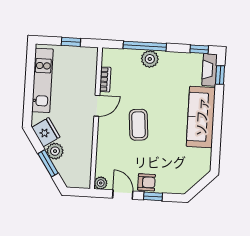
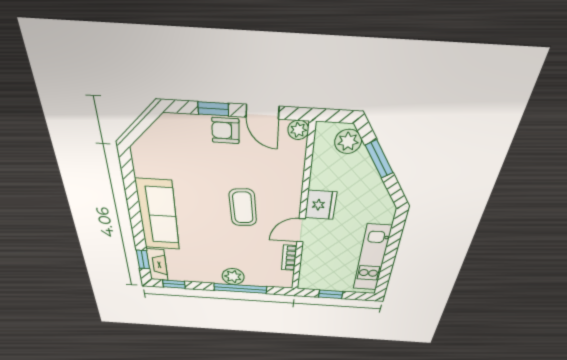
fridge: (46, 132) -> (321, 205), moved, turned -146
plant: (55, 151) -> (348, 142), moved

